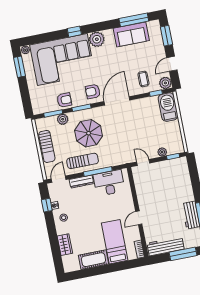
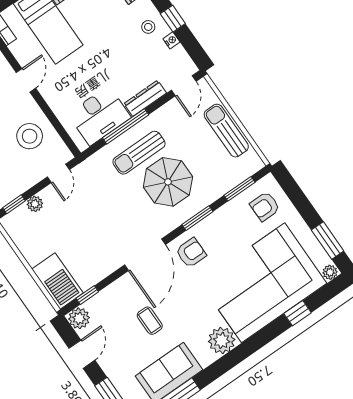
window: (74, 32) -> (298, 313), moved
coffee table: (143, 79) -> (150, 321), moved
armchair: (64, 100) -> (265, 206), moved
plant: (63, 119) -> (220, 186), removed
sun lounger: (83, 161) -> (139, 153), moved
door: (143, 162) -> (58, 173), hinge flipped
stool: (150, 188) -> (30, 136), added
window: (47, 205) -> (173, 19), moved

